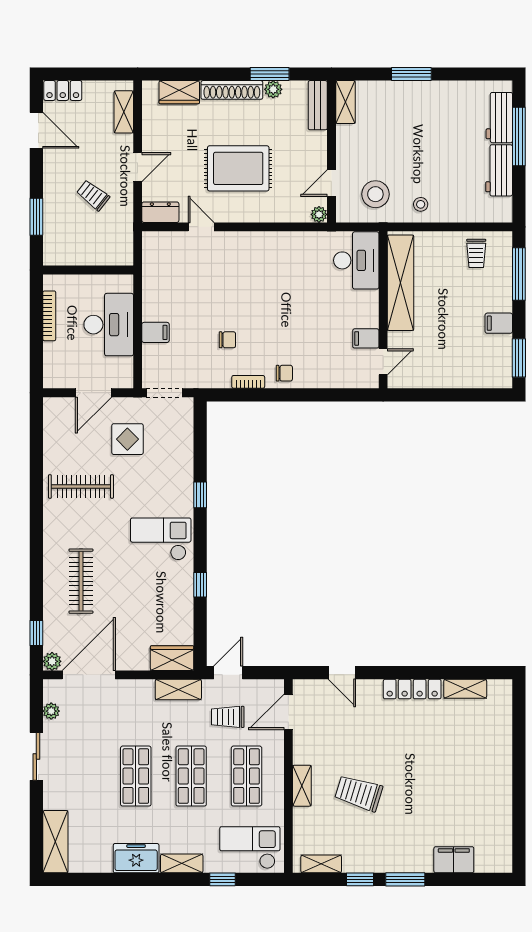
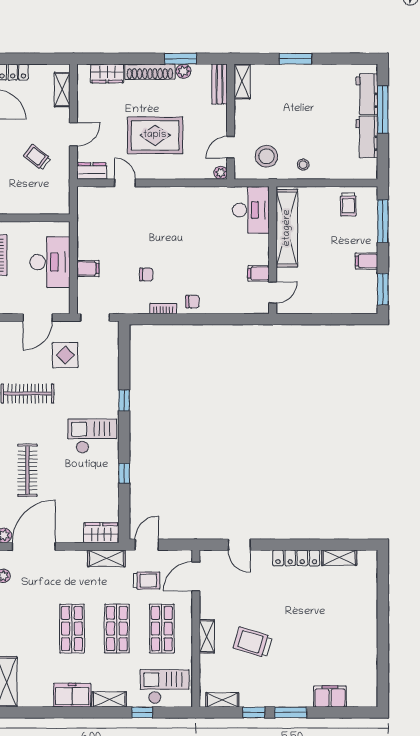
trolley: (228, 717) -> (147, 581), turned 180

